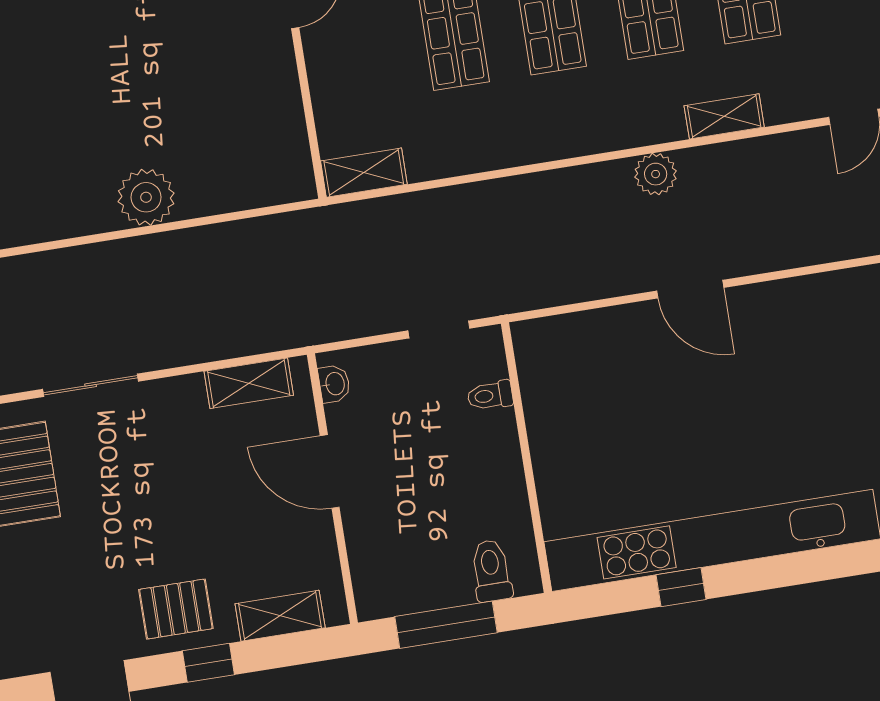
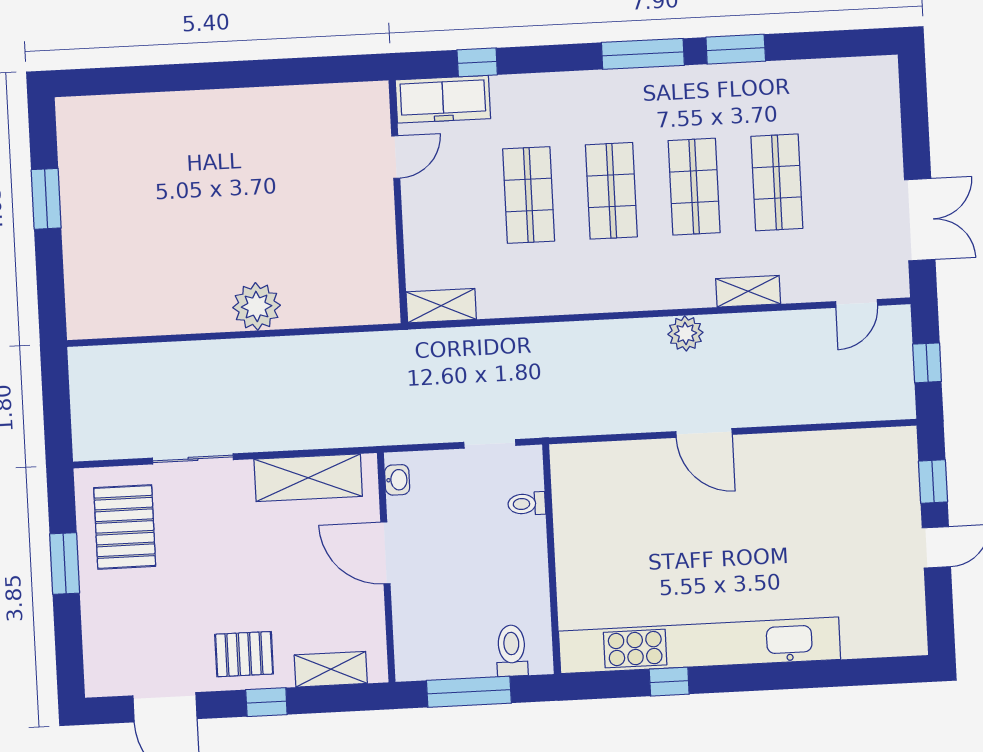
shelving: (249, 383) -> (308, 478), width x1.50, depth x1.33

